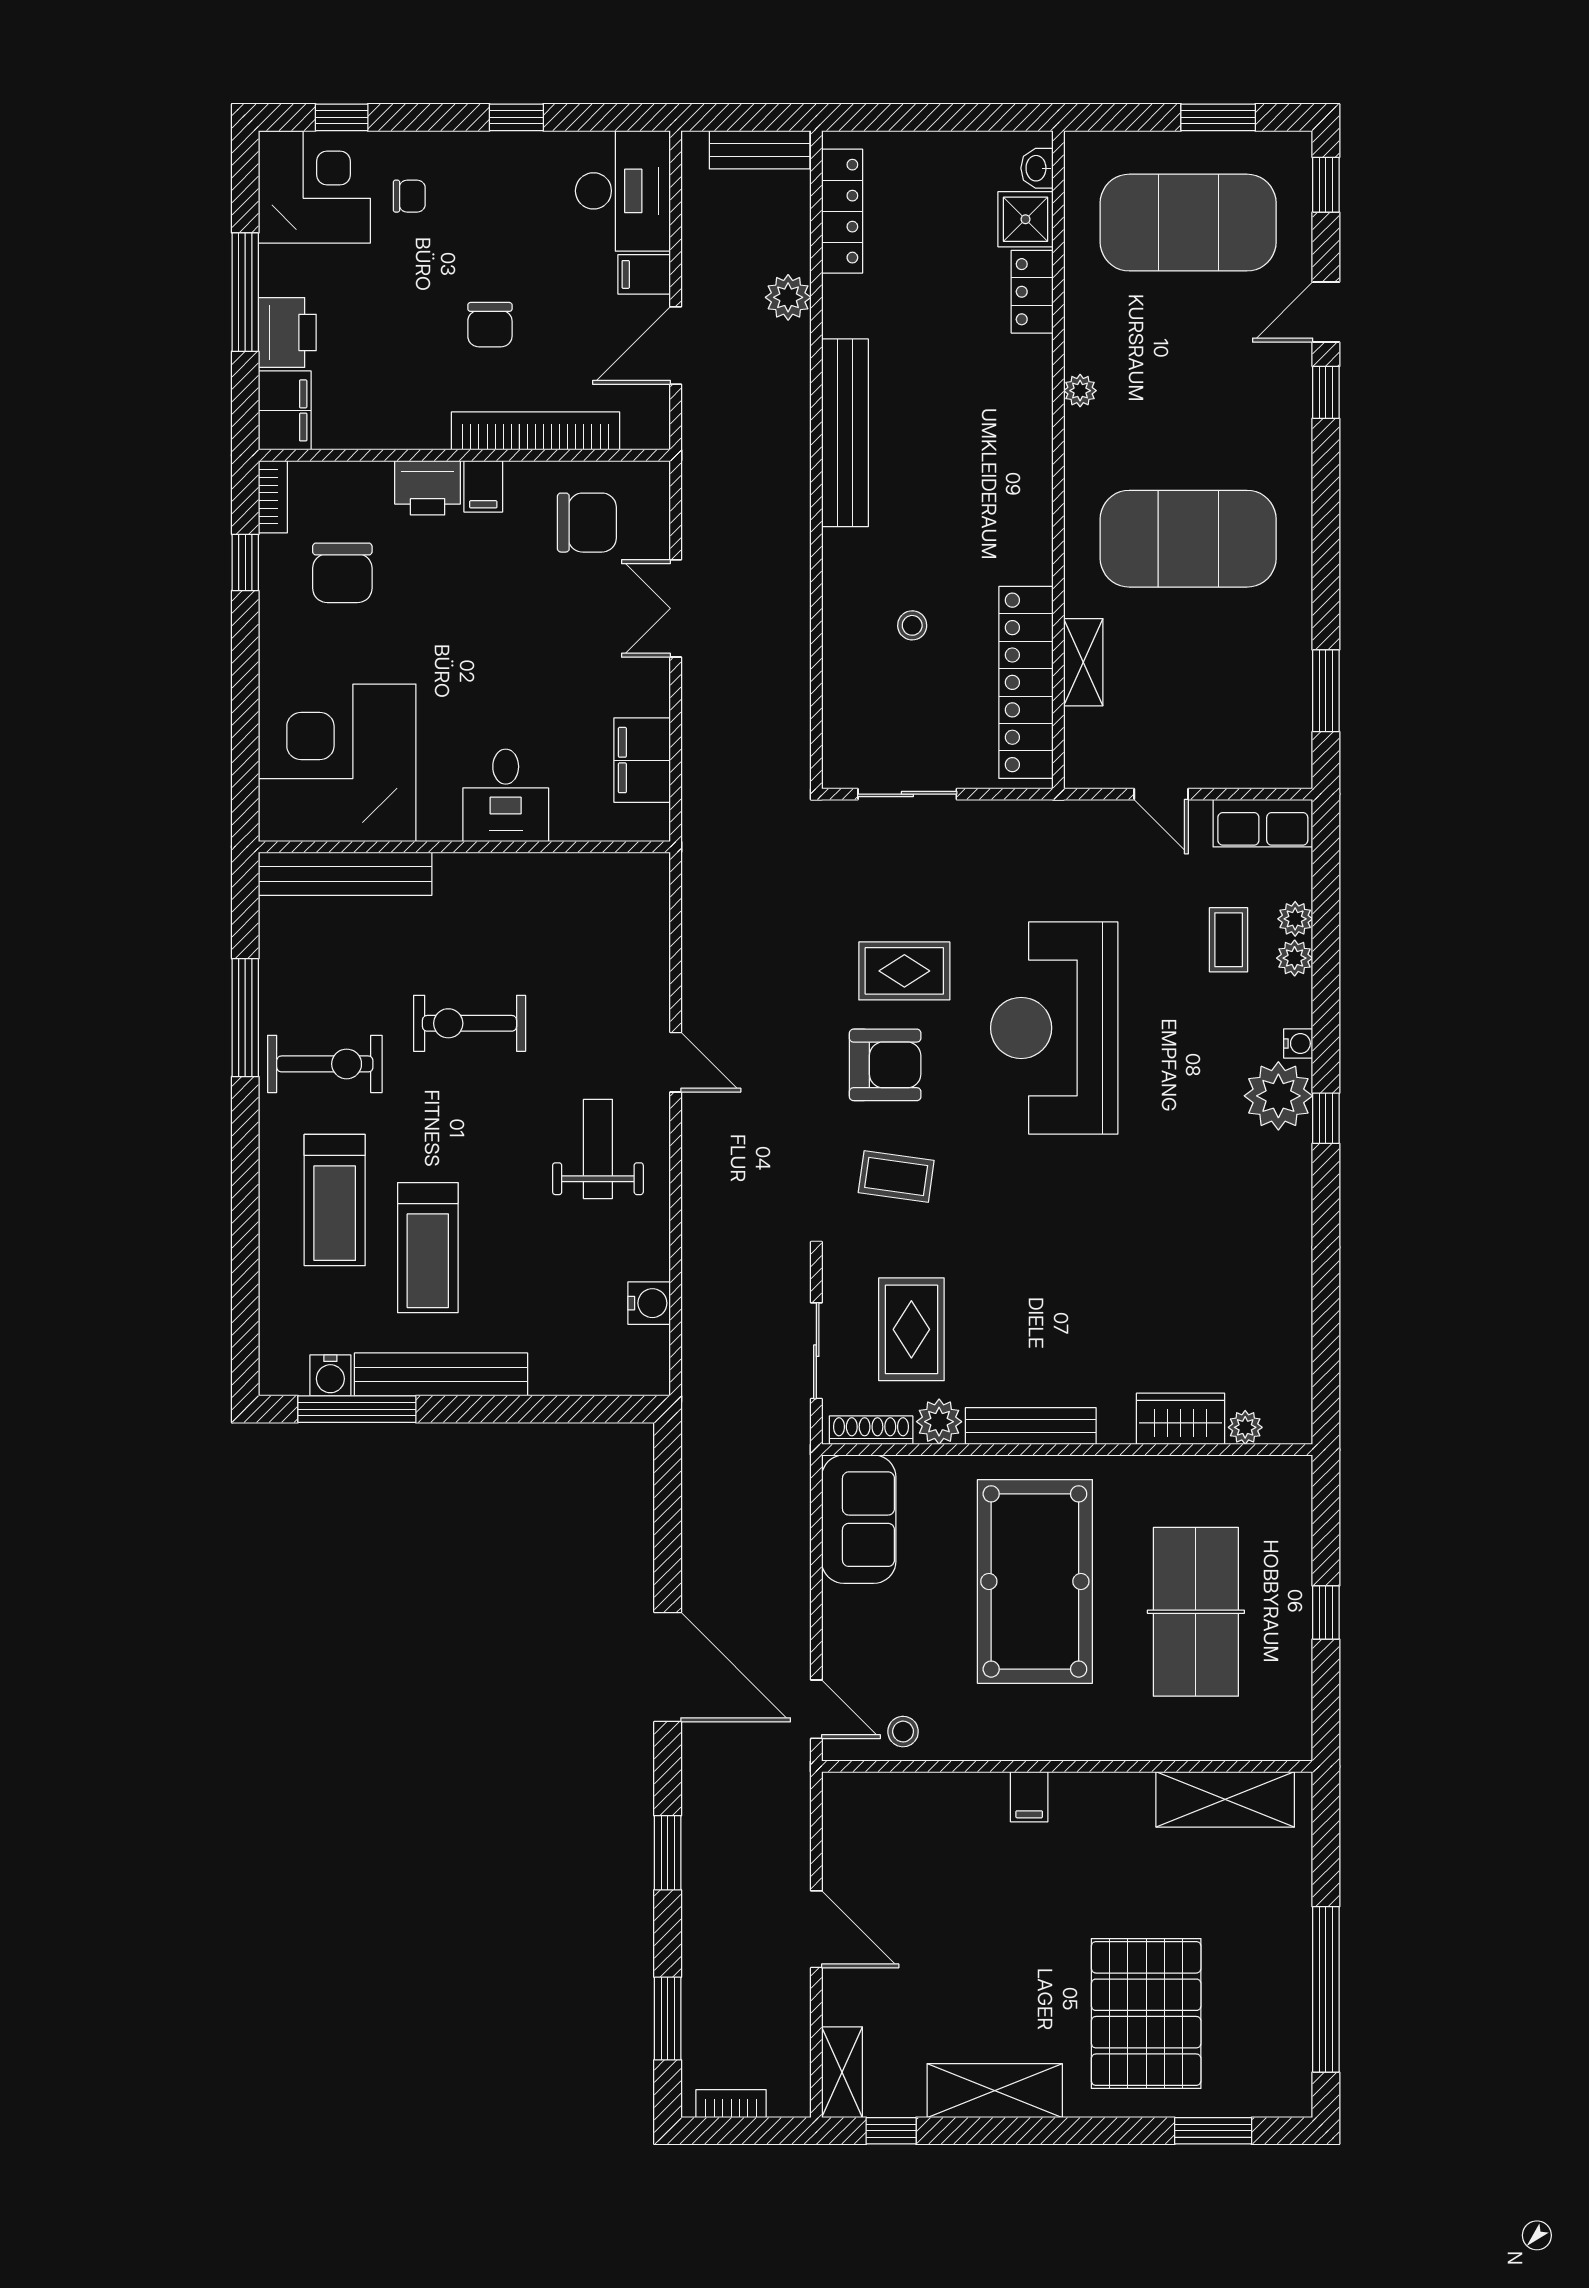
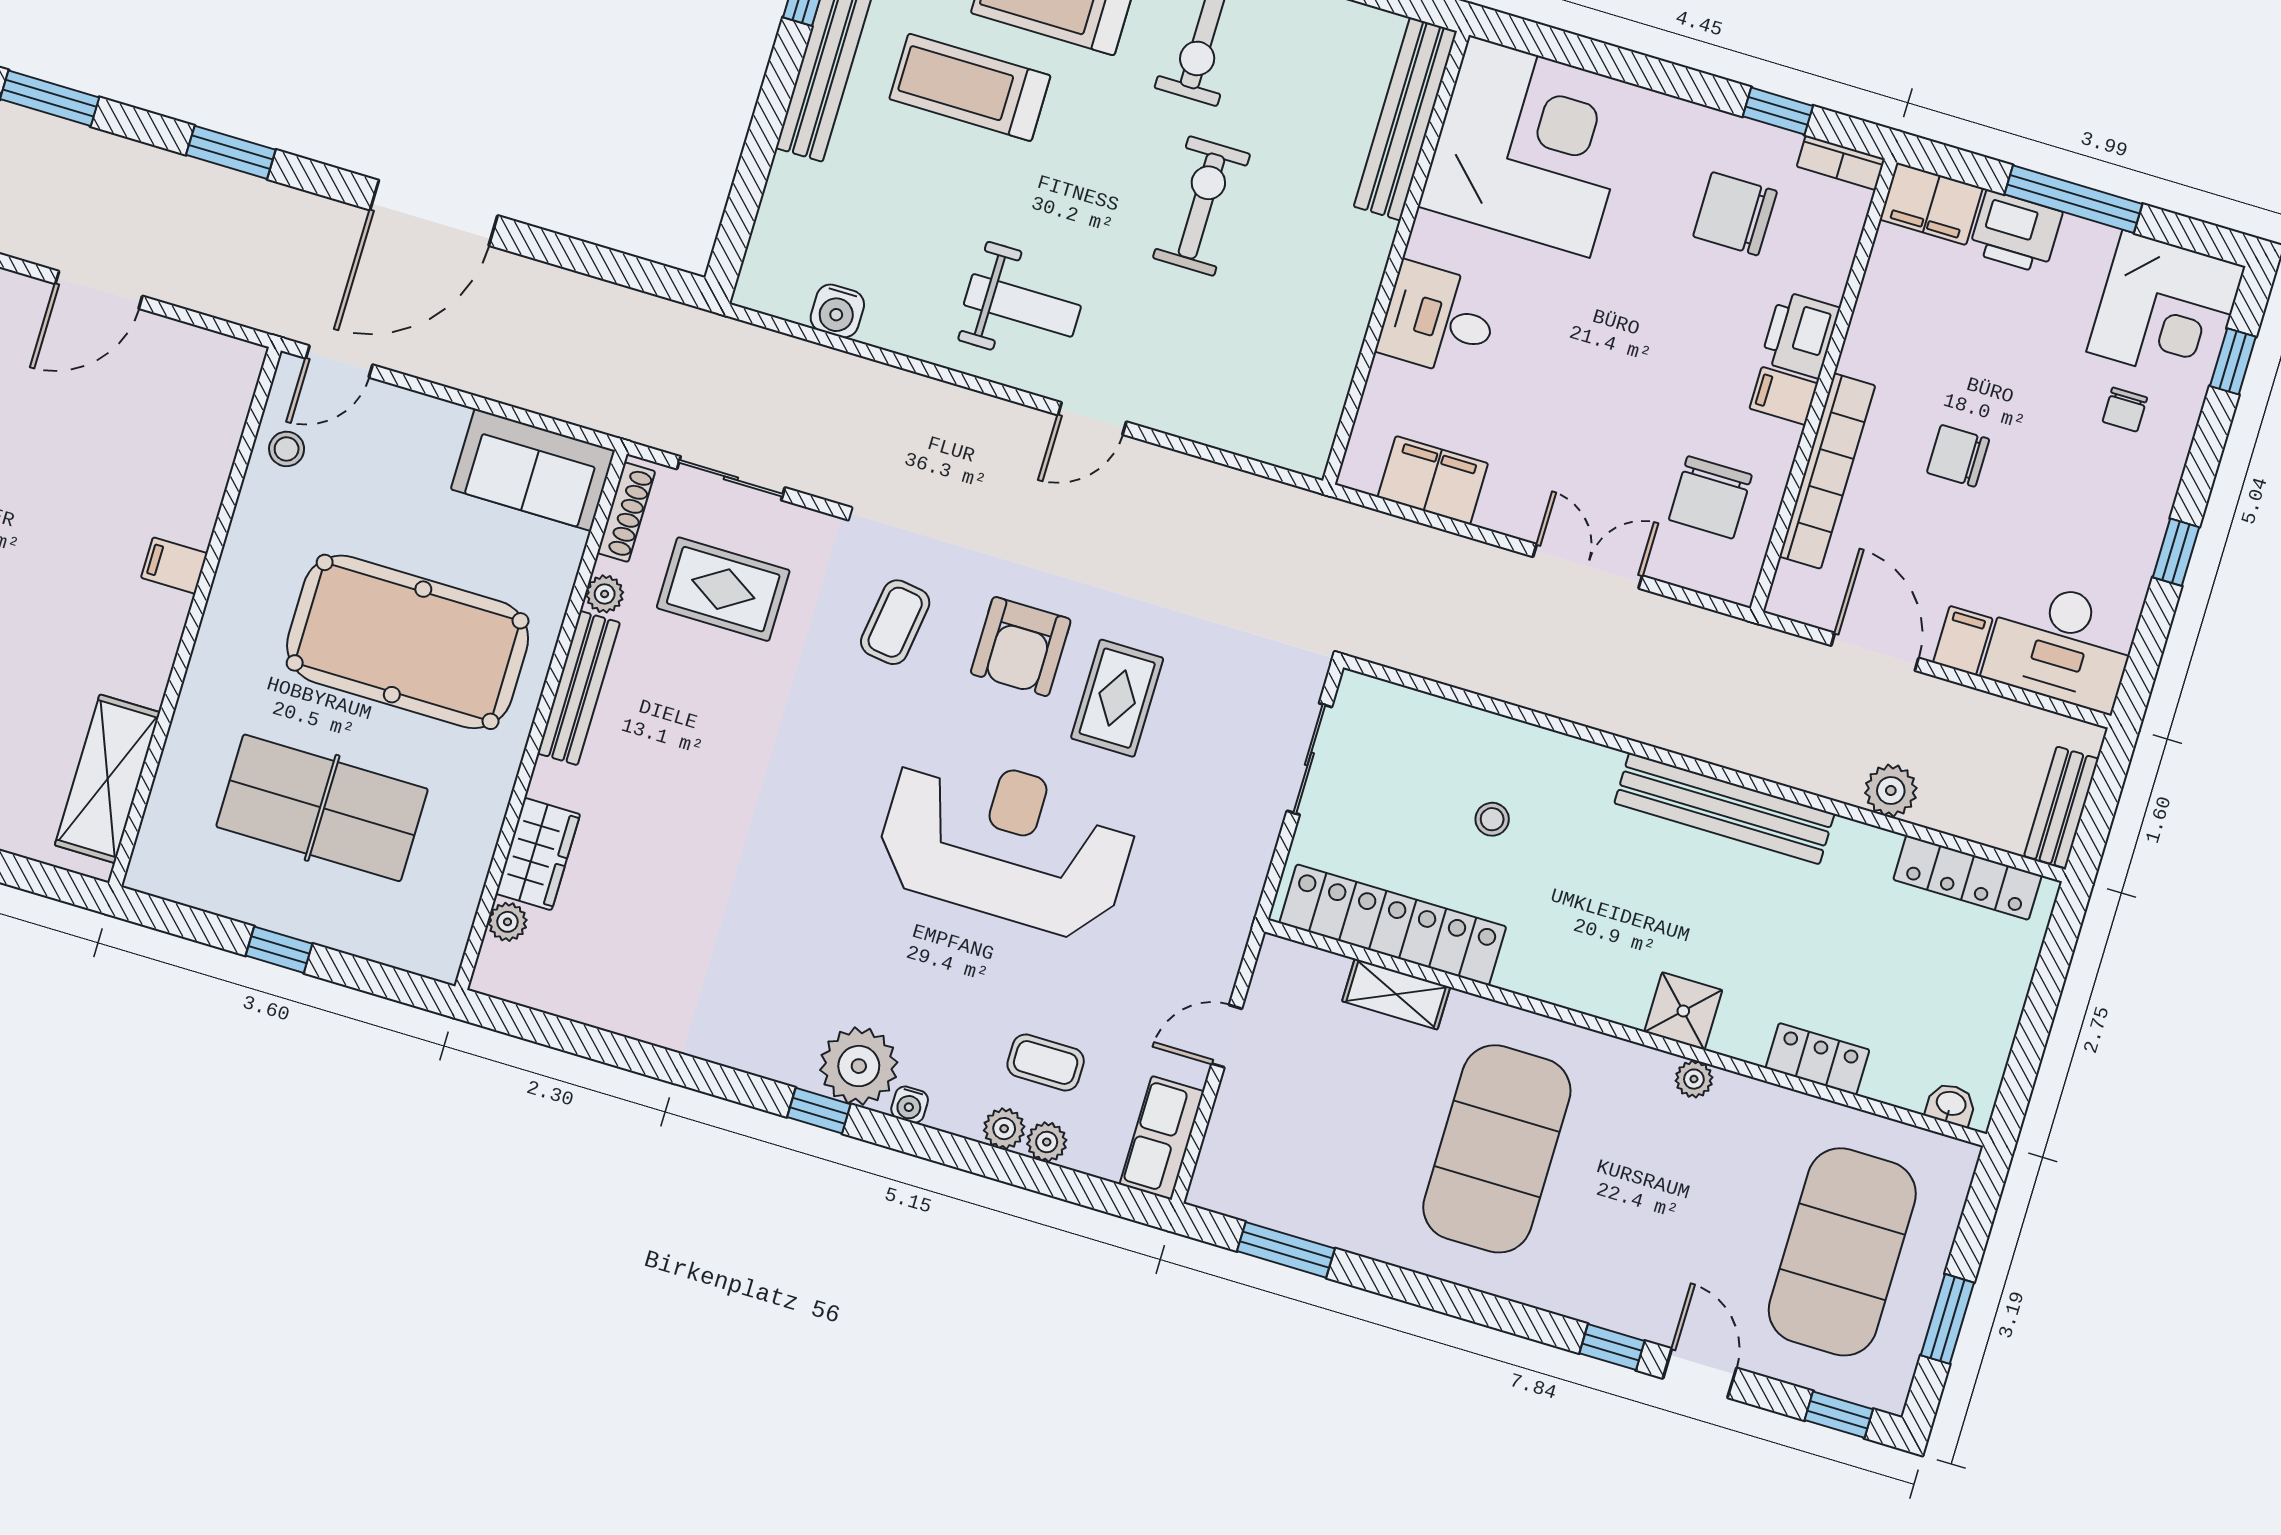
shower: (1025, 219) -> (1683, 1011), moved
plant: (939, 1422) -> (605, 594), width x0.73, depth x0.73

